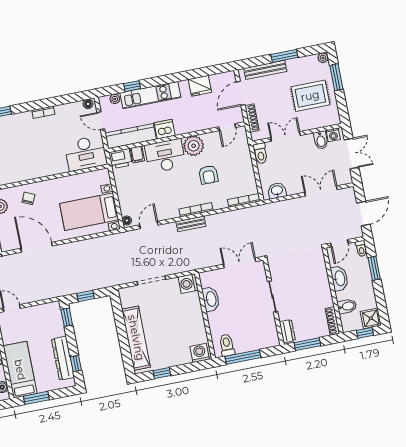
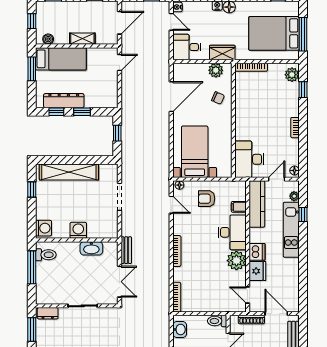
fridge: (200, 86) -> (257, 271), moved, turned 180
dishwasher: (165, 129) -> (257, 252), moved
printer: (120, 159) -> (238, 191), removed
armchair: (208, 175) -> (207, 199), moved
bench: (191, 224) -> (126, 250), moved
washing machine: (188, 284) -> (78, 230), moved
window: (67, 317) -> (82, 112), moved

